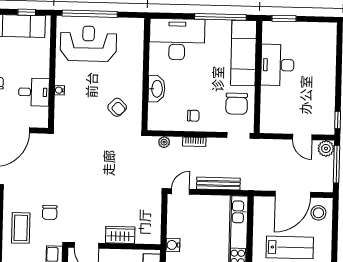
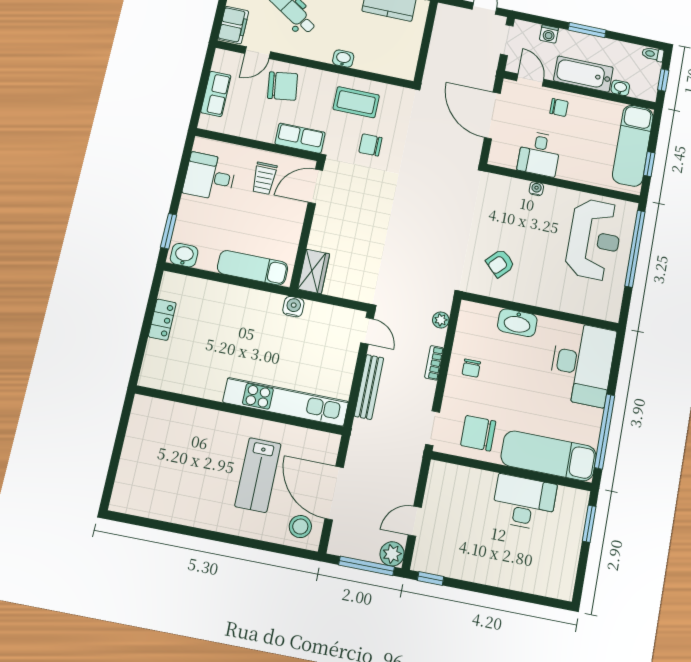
wardrobe: (120, 235) -> (314, 271), moved

